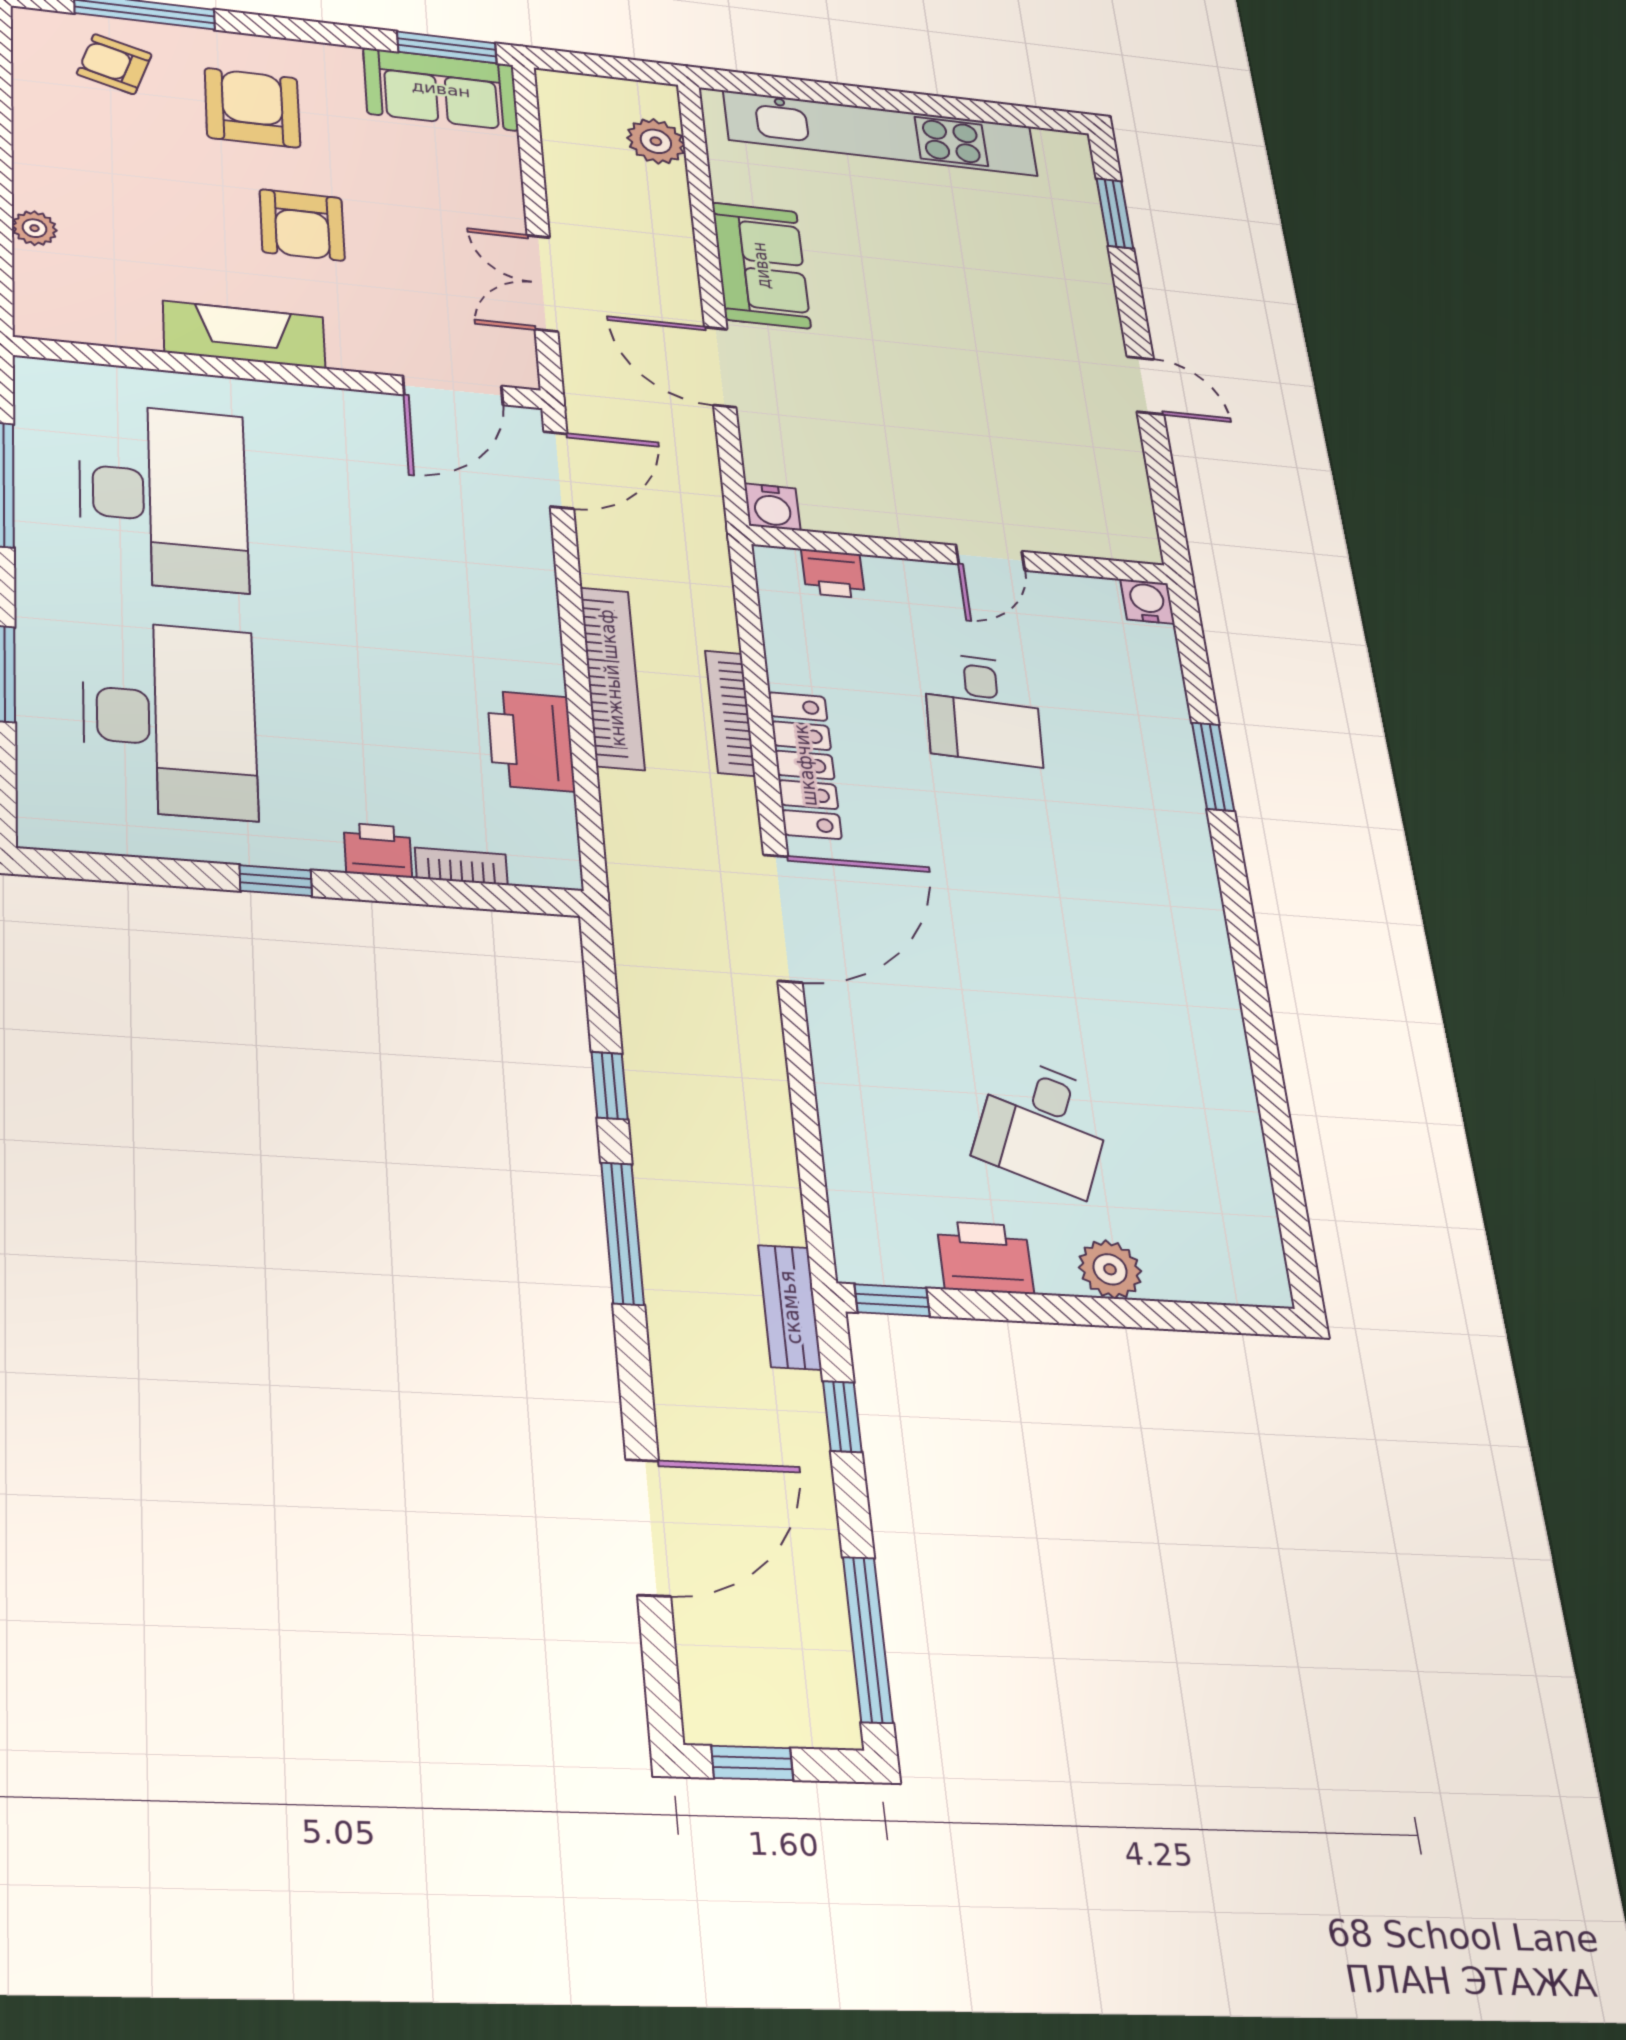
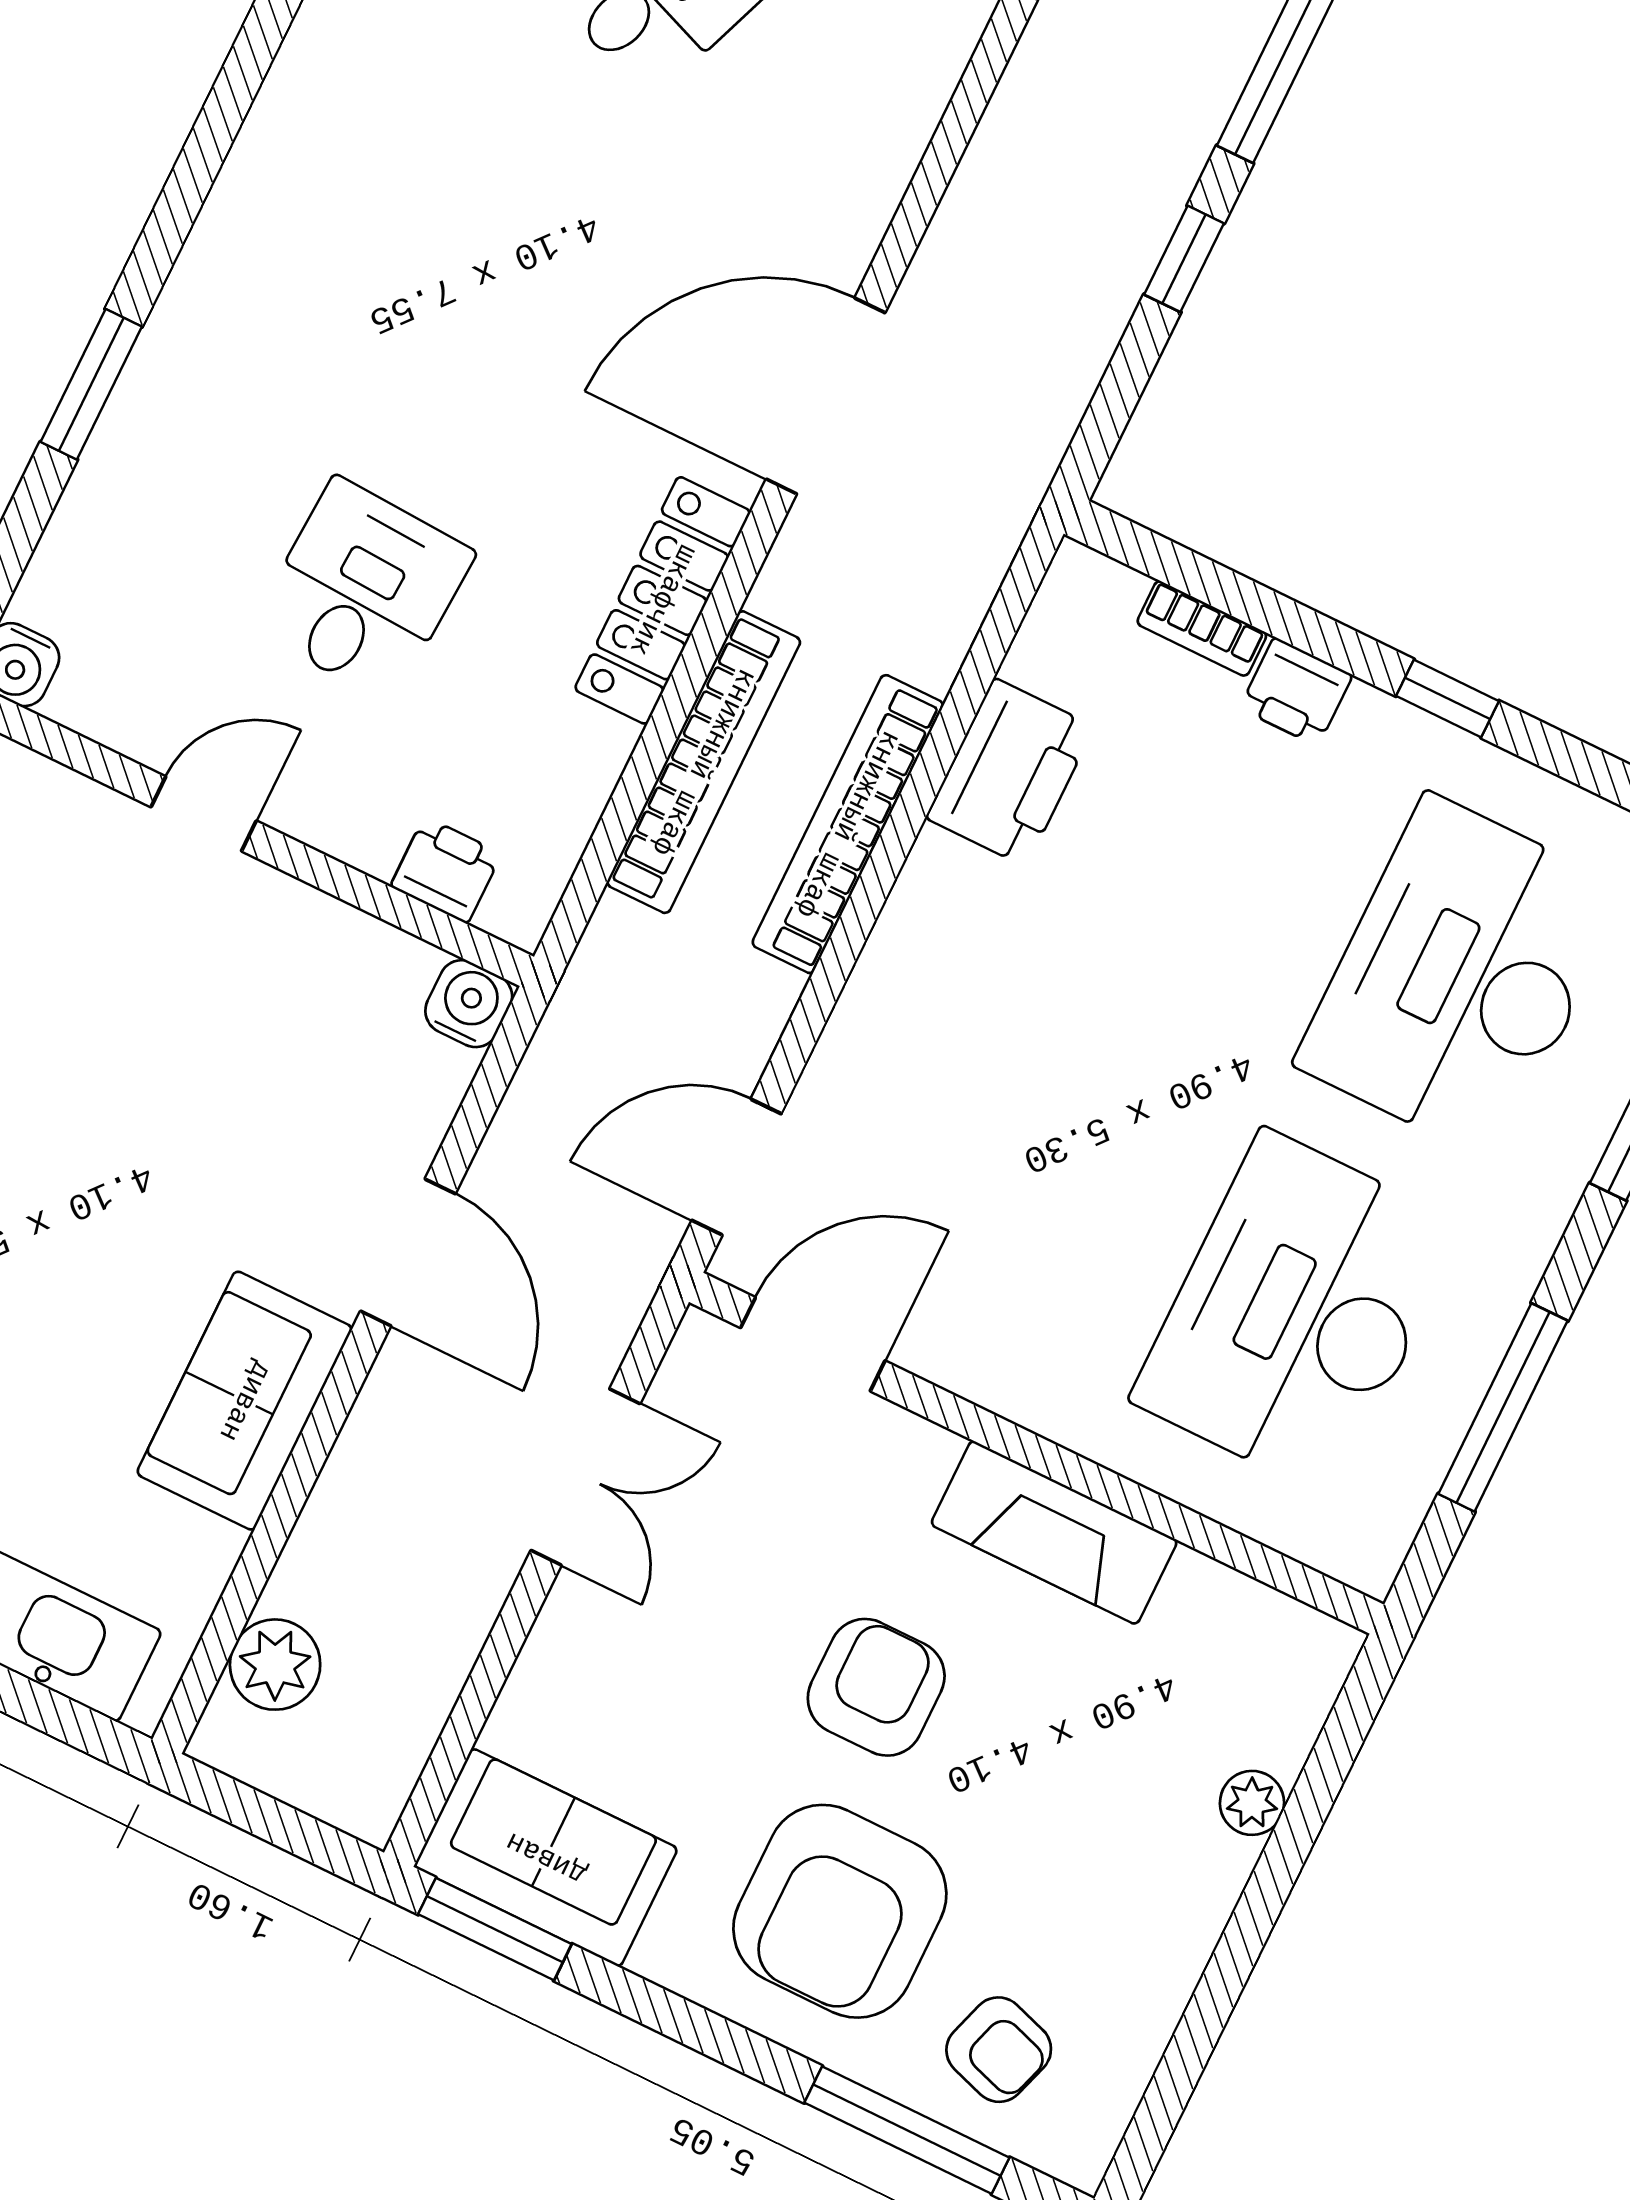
armchair: (252, 108) -> (840, 1911), width x1.36, depth x1.36
bookcase: (730, 713) -> (704, 762), width x1.48, depth x1.31

